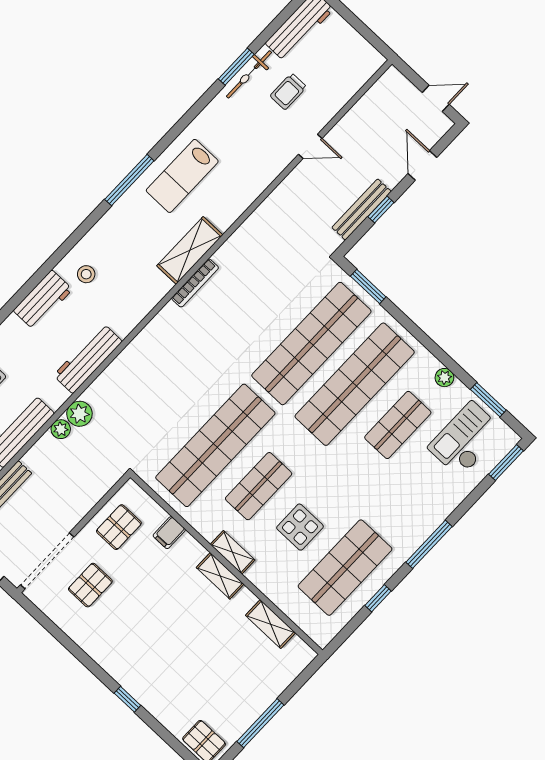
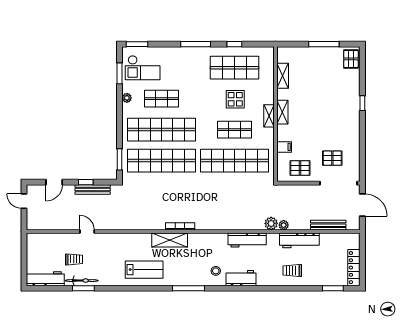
window: (129, 180) -> (189, 288), moved

